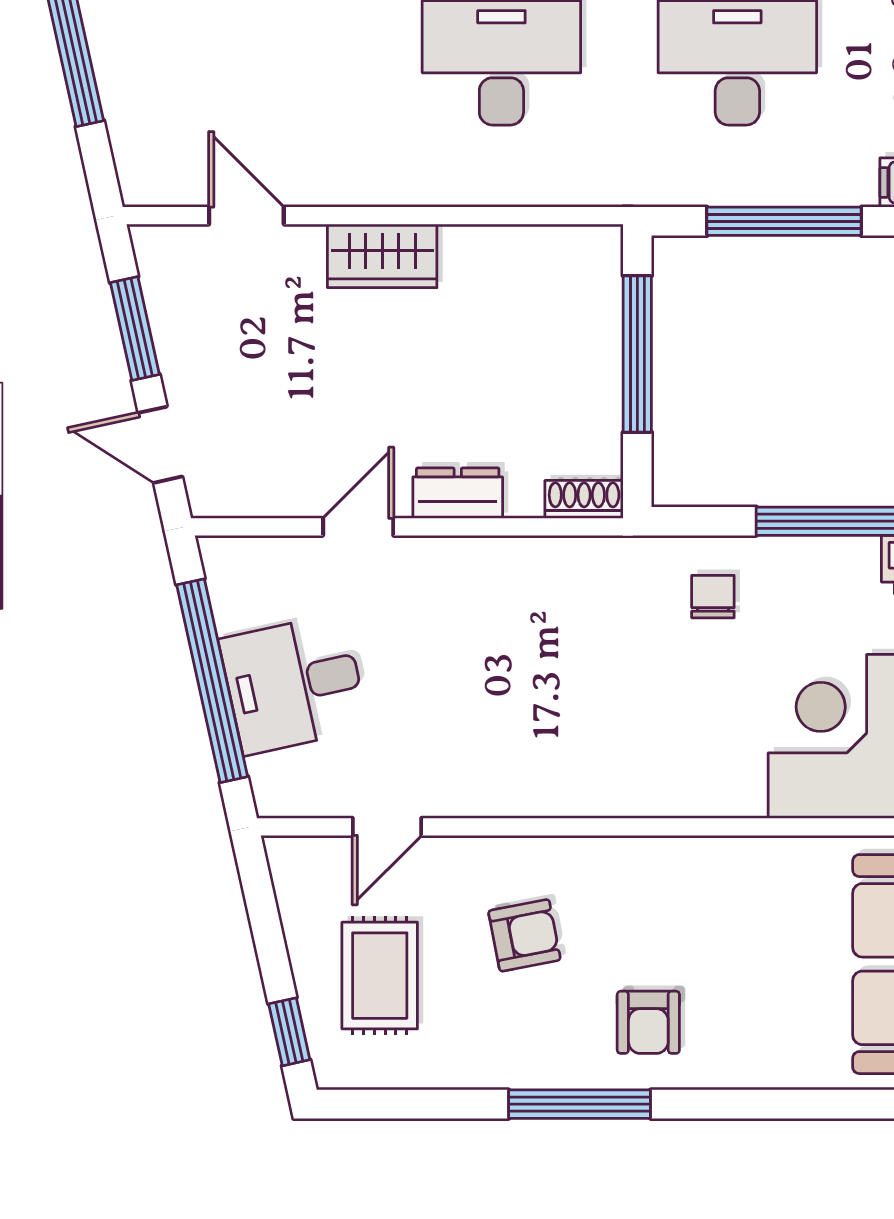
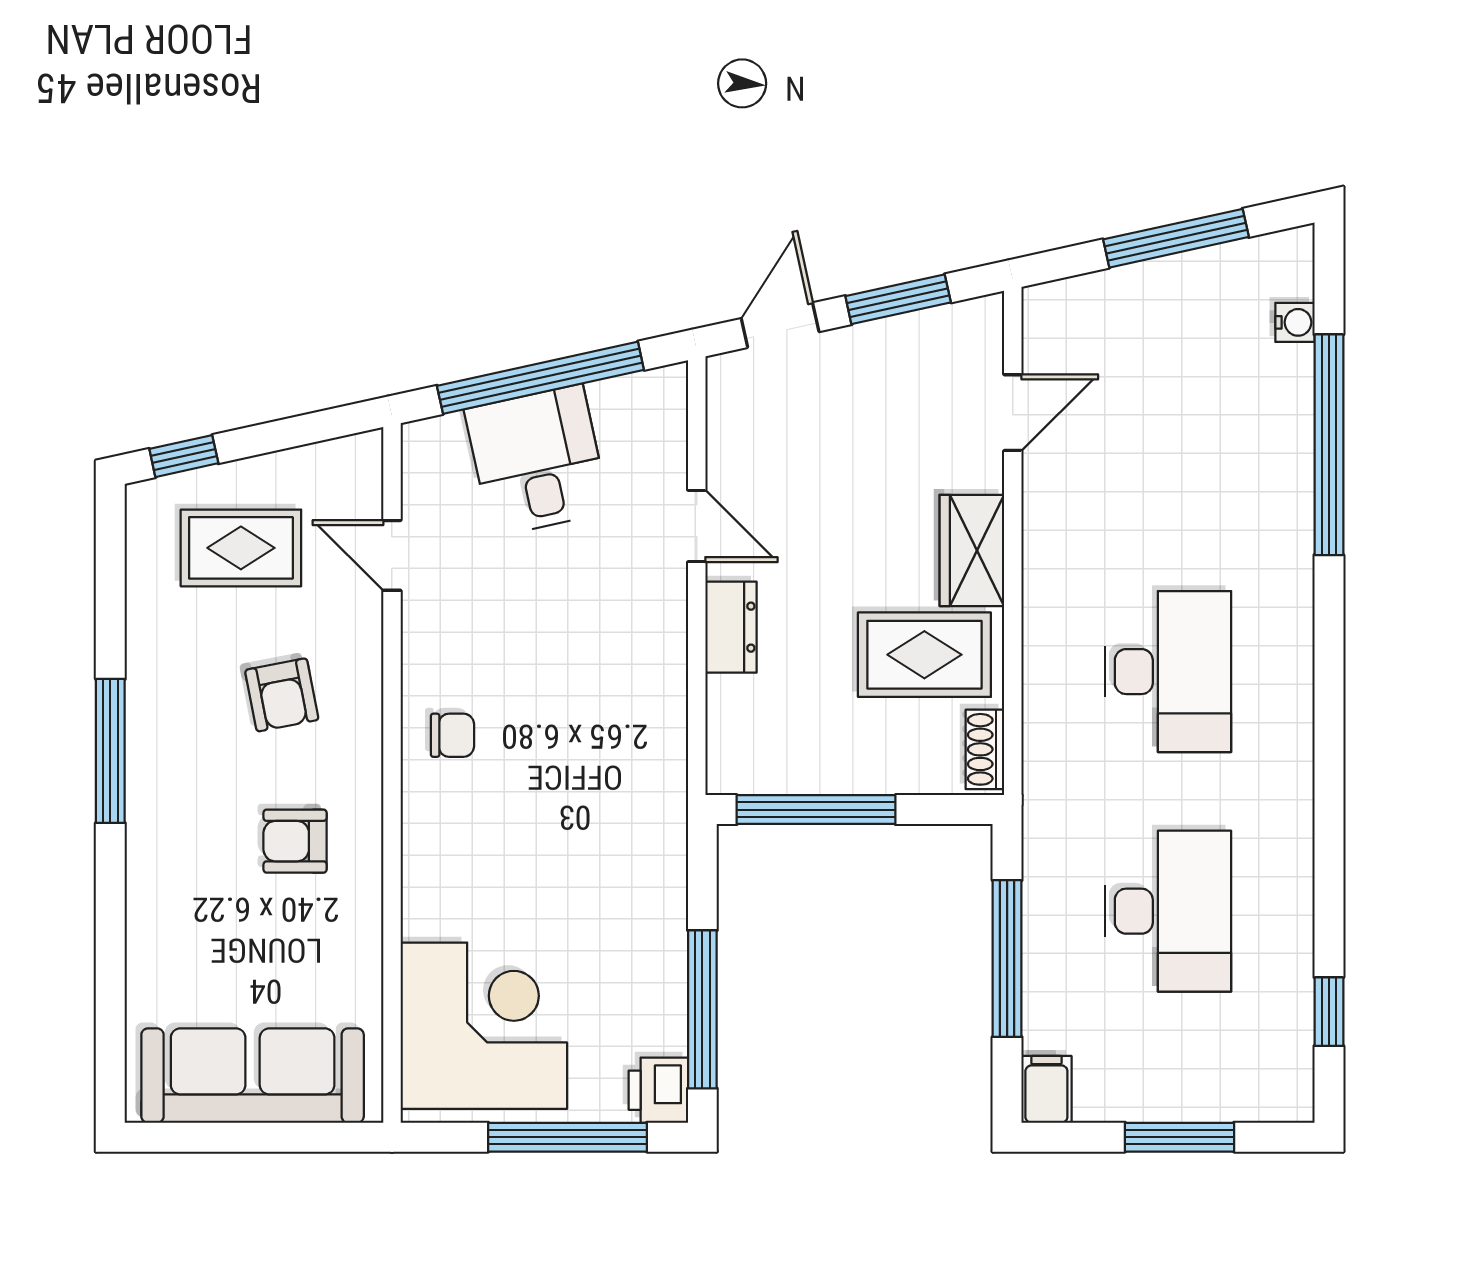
rug: (485, 303) -> (924, 655), added
window: (637, 354) -> (816, 810), moved
shoe rack: (584, 499) -> (985, 749), moved, turned 180
chair: (713, 597) -> (452, 735), moved
armchair: (648, 1022) -> (295, 841), moved

